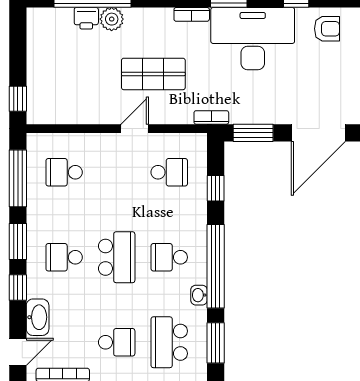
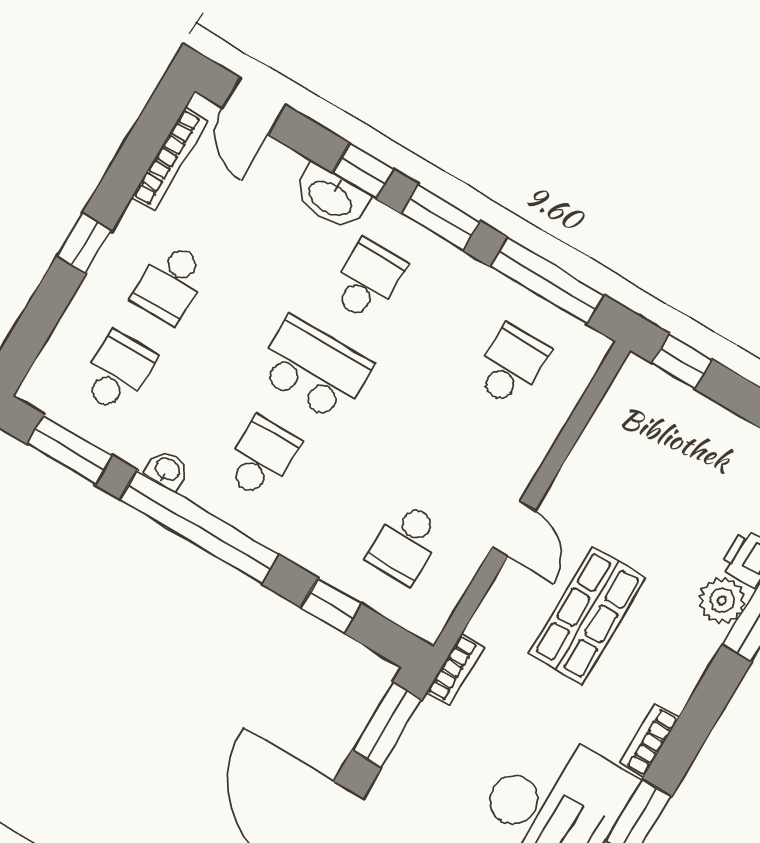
school desk: (117, 257) -> (314, 369), turned 180
washbasin: (38, 317) -> (331, 197), moved
school desk: (169, 342) -> (117, 372), width x0.54

